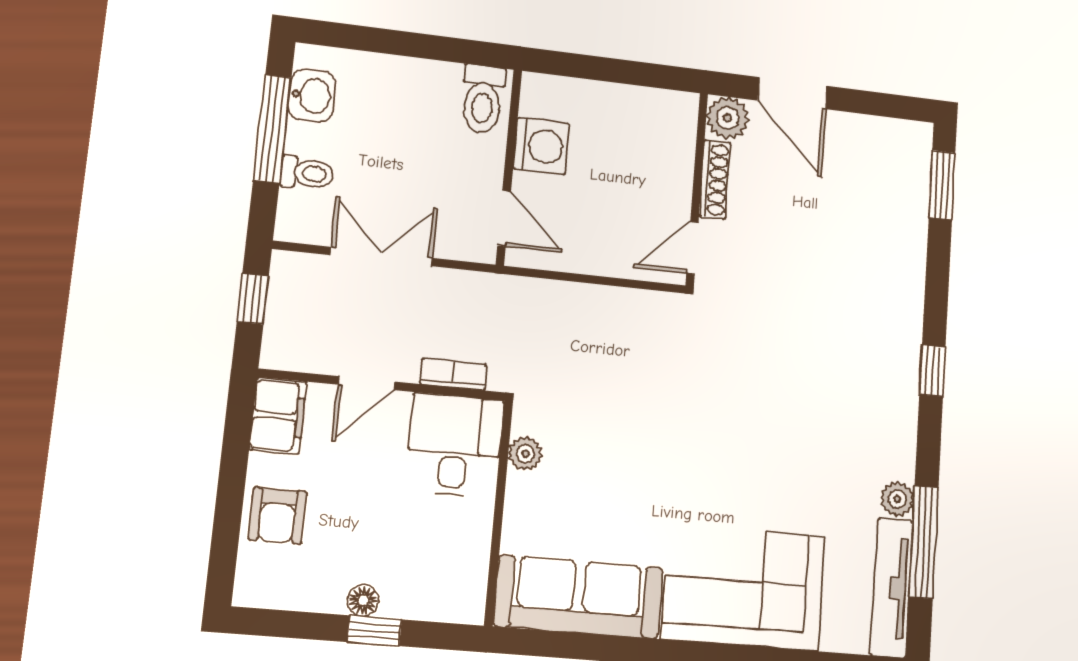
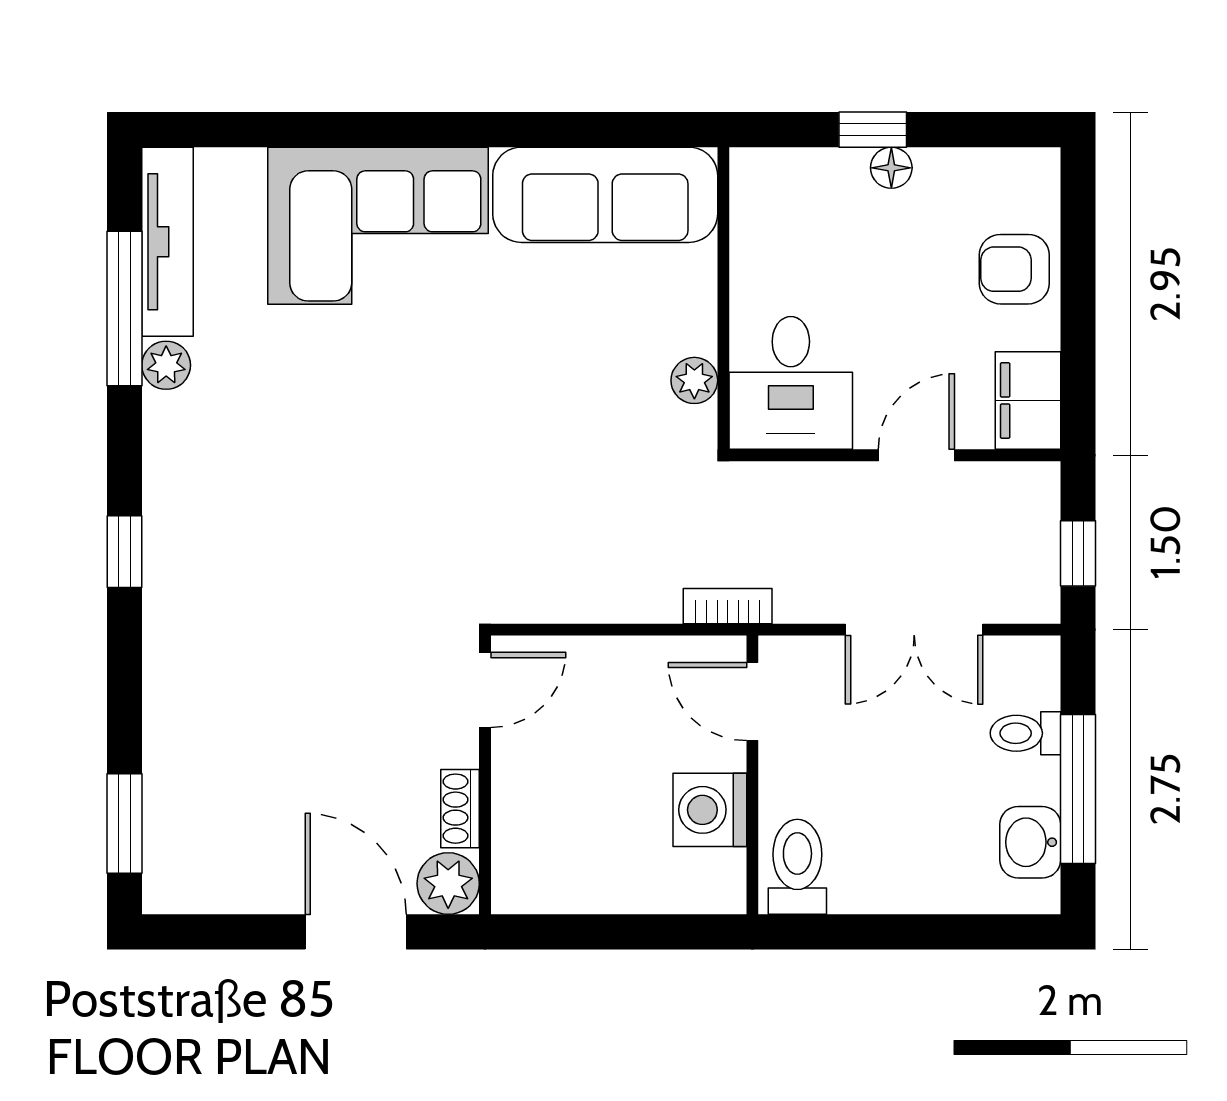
shoe rack: (715, 179) -> (460, 809), width x0.70
bookcase: (453, 374) -> (728, 606), moved, turned 180
armchair: (277, 516) -> (1014, 269), turned -90

